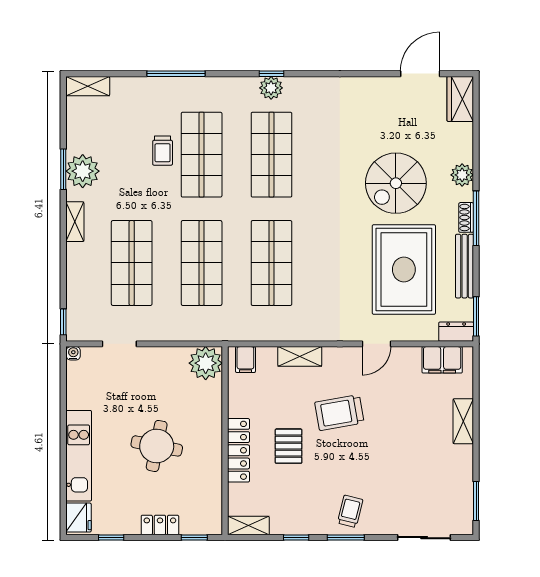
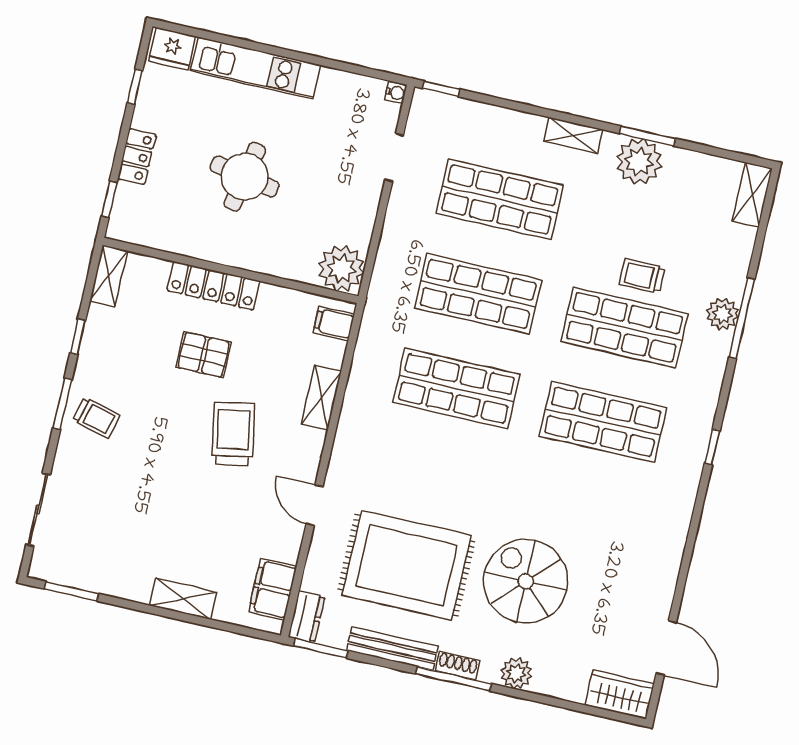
plant: (271, 88) -> (723, 314), moved

